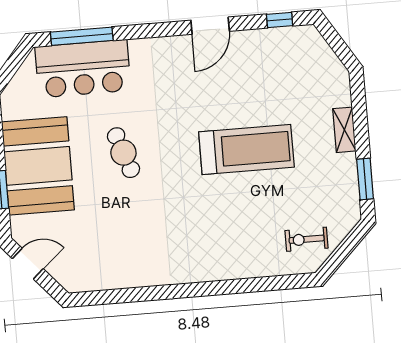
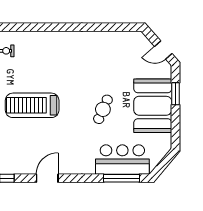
cafe table: (123, 153) -> (103, 109), turned 43

